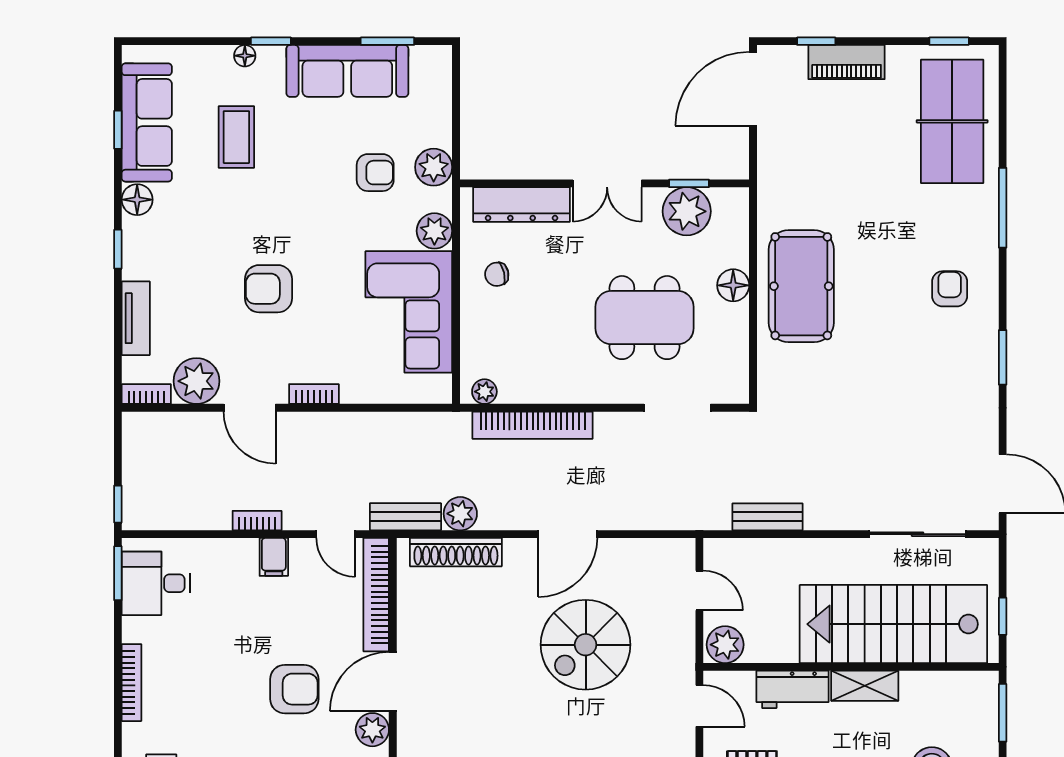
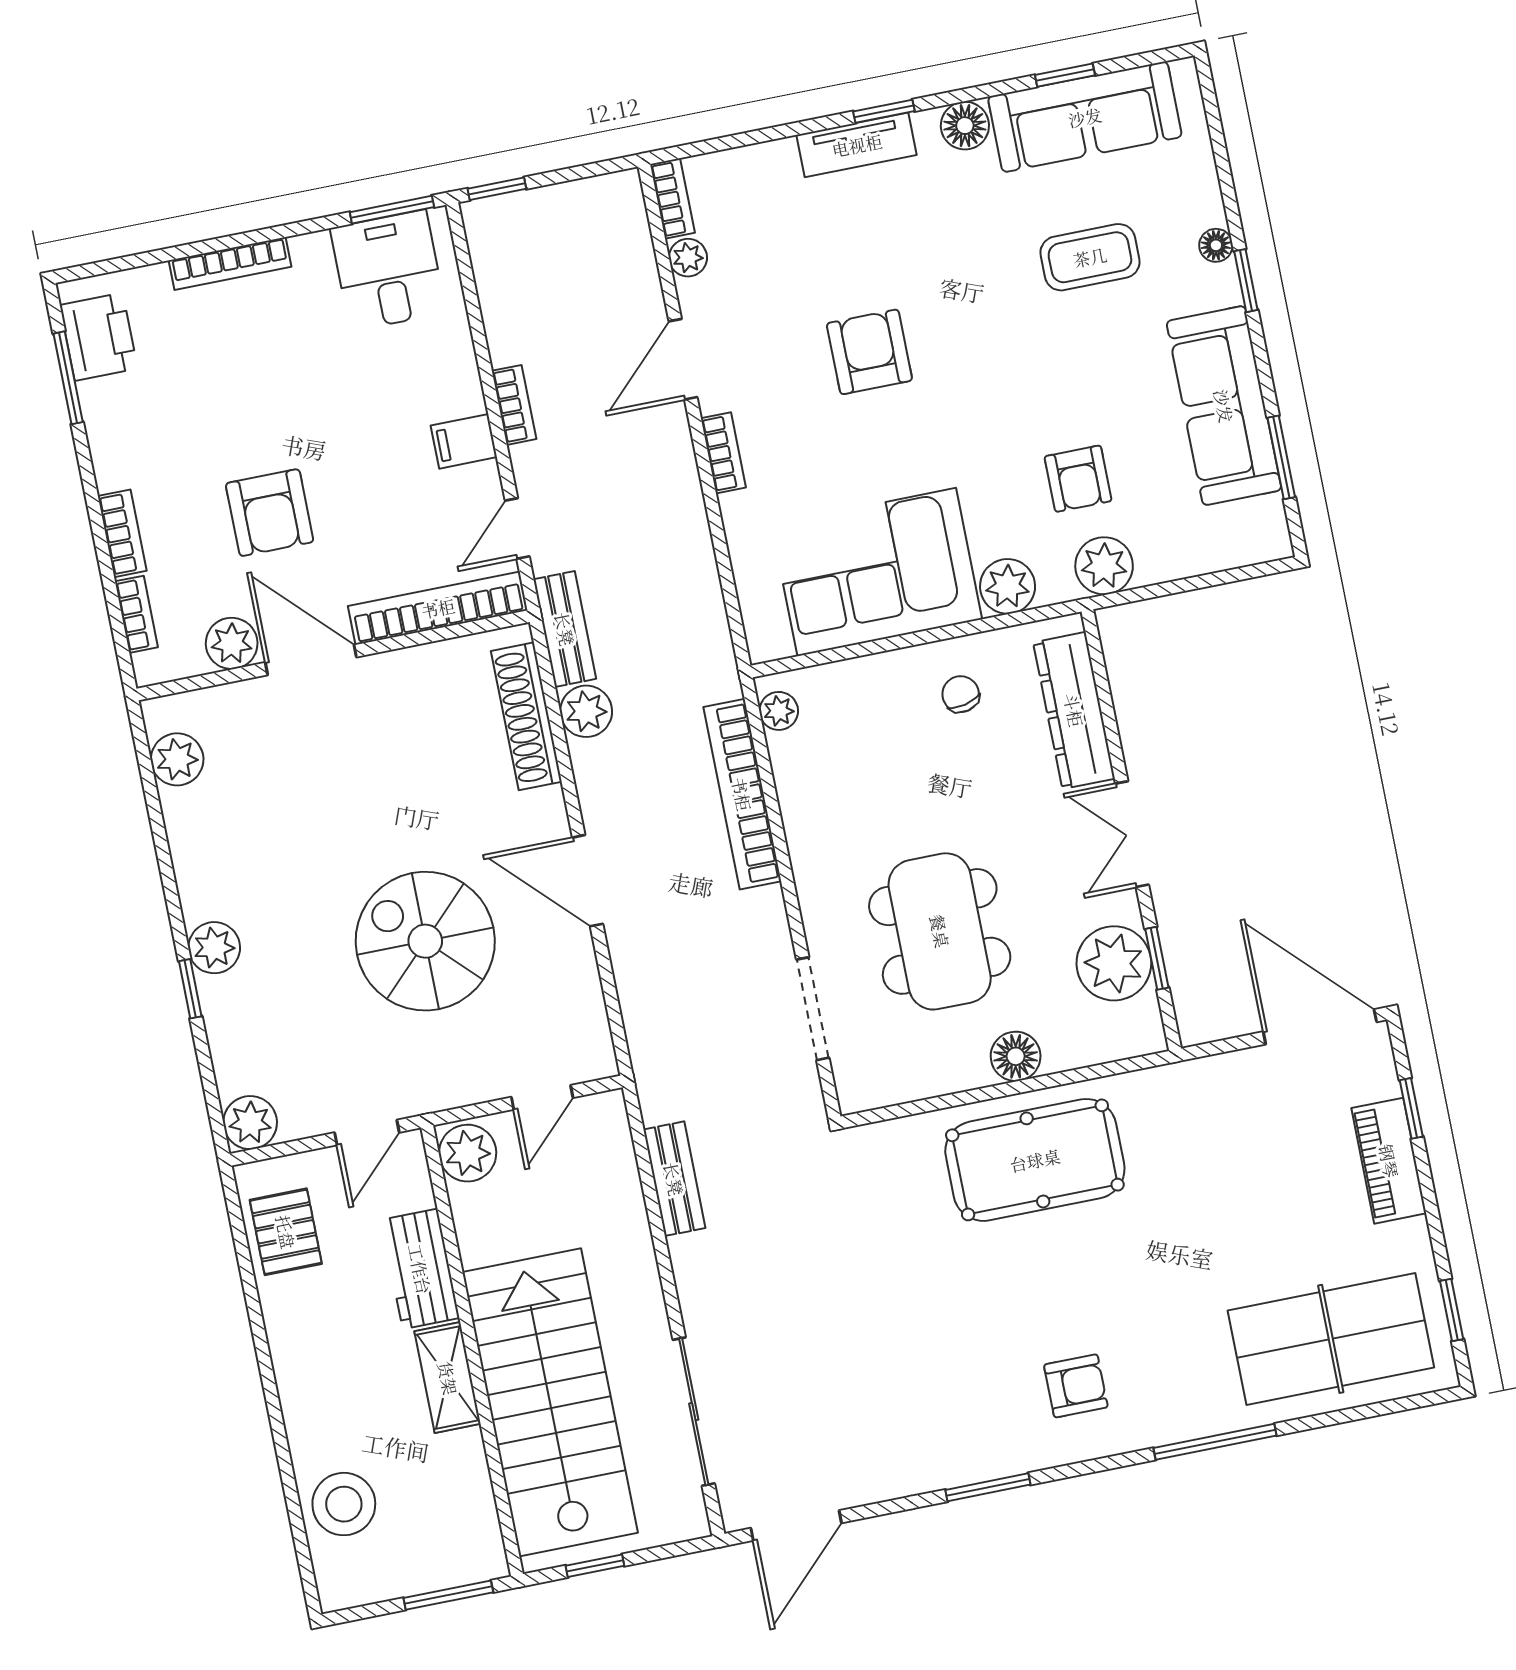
tv unit: (136, 318) -> (857, 145), moved
plant: (196, 381) -> (688, 258), width x0.53, depth x0.53

